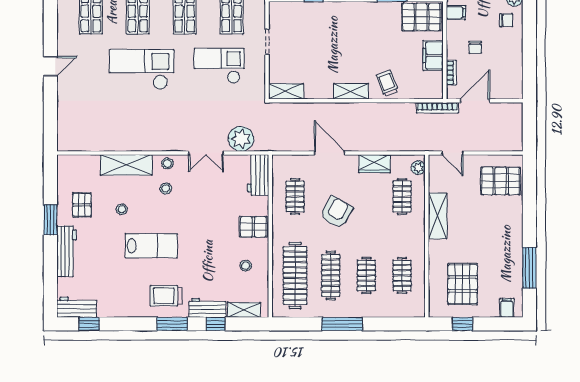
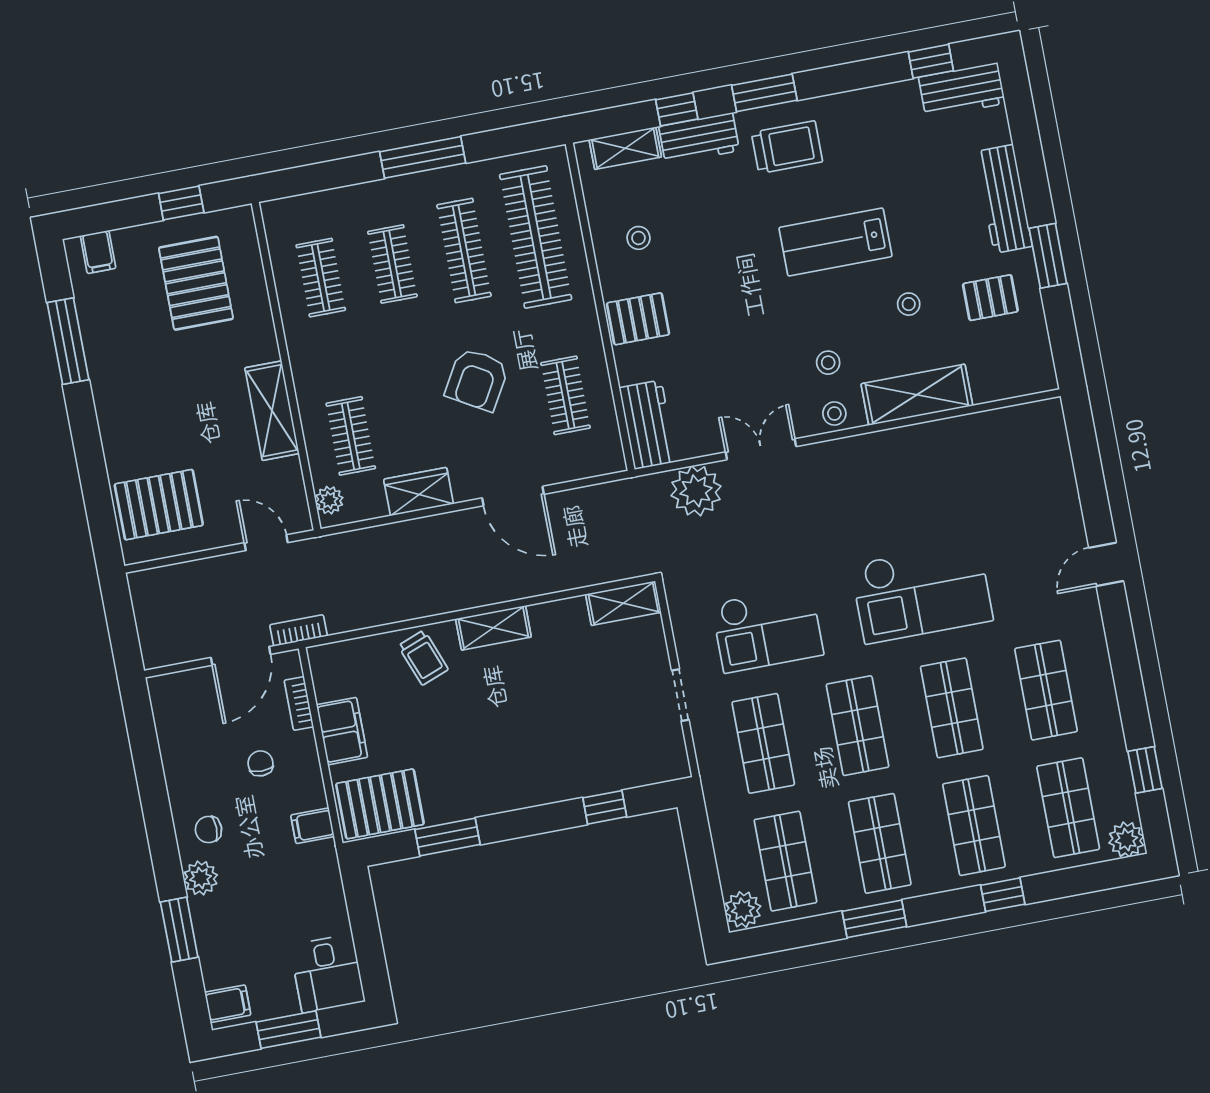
bookcase: (437, 108) -> (298, 630), width x0.64
pallet: (82, 205) -> (990, 298), turned 90

